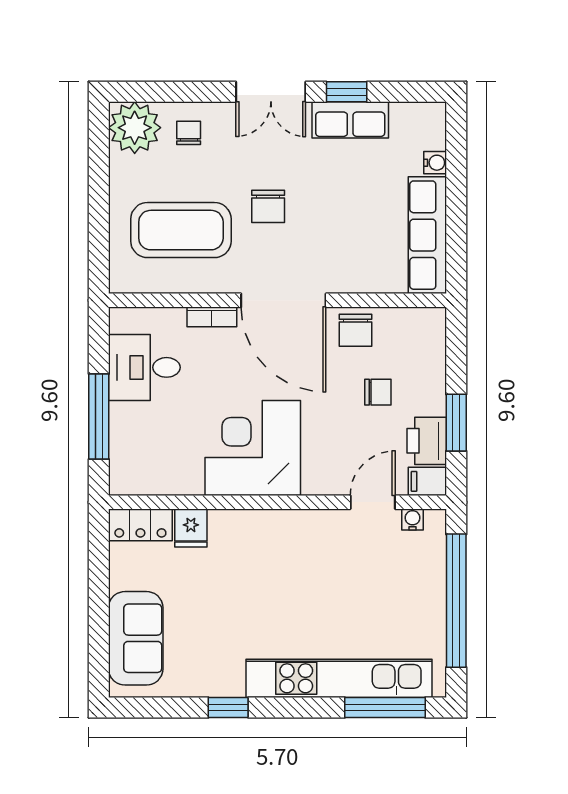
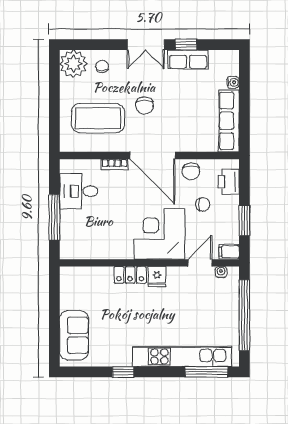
printer: (427, 441) -> (229, 182), moved
corner desk: (253, 448) -> (159, 234), moved
locker: (140, 525) -> (130, 275), moved
fridge: (191, 528) -> (157, 277), moved

